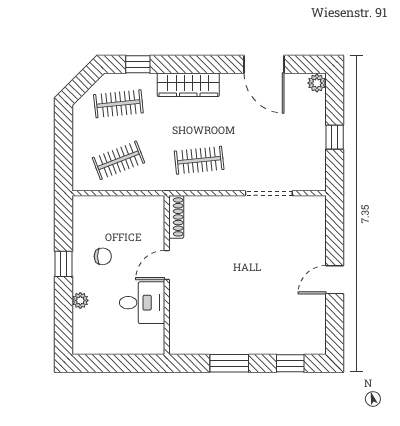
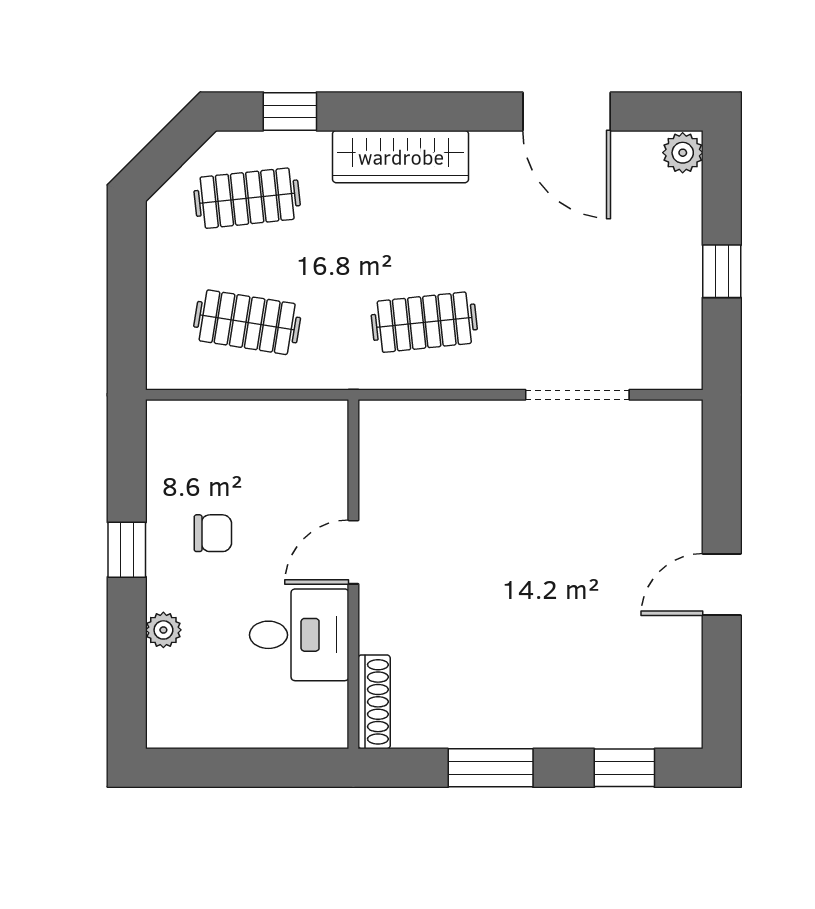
clothes rail: (118, 160) -> (247, 322), turned 30
shoe rack: (176, 217) -> (374, 702), moved

